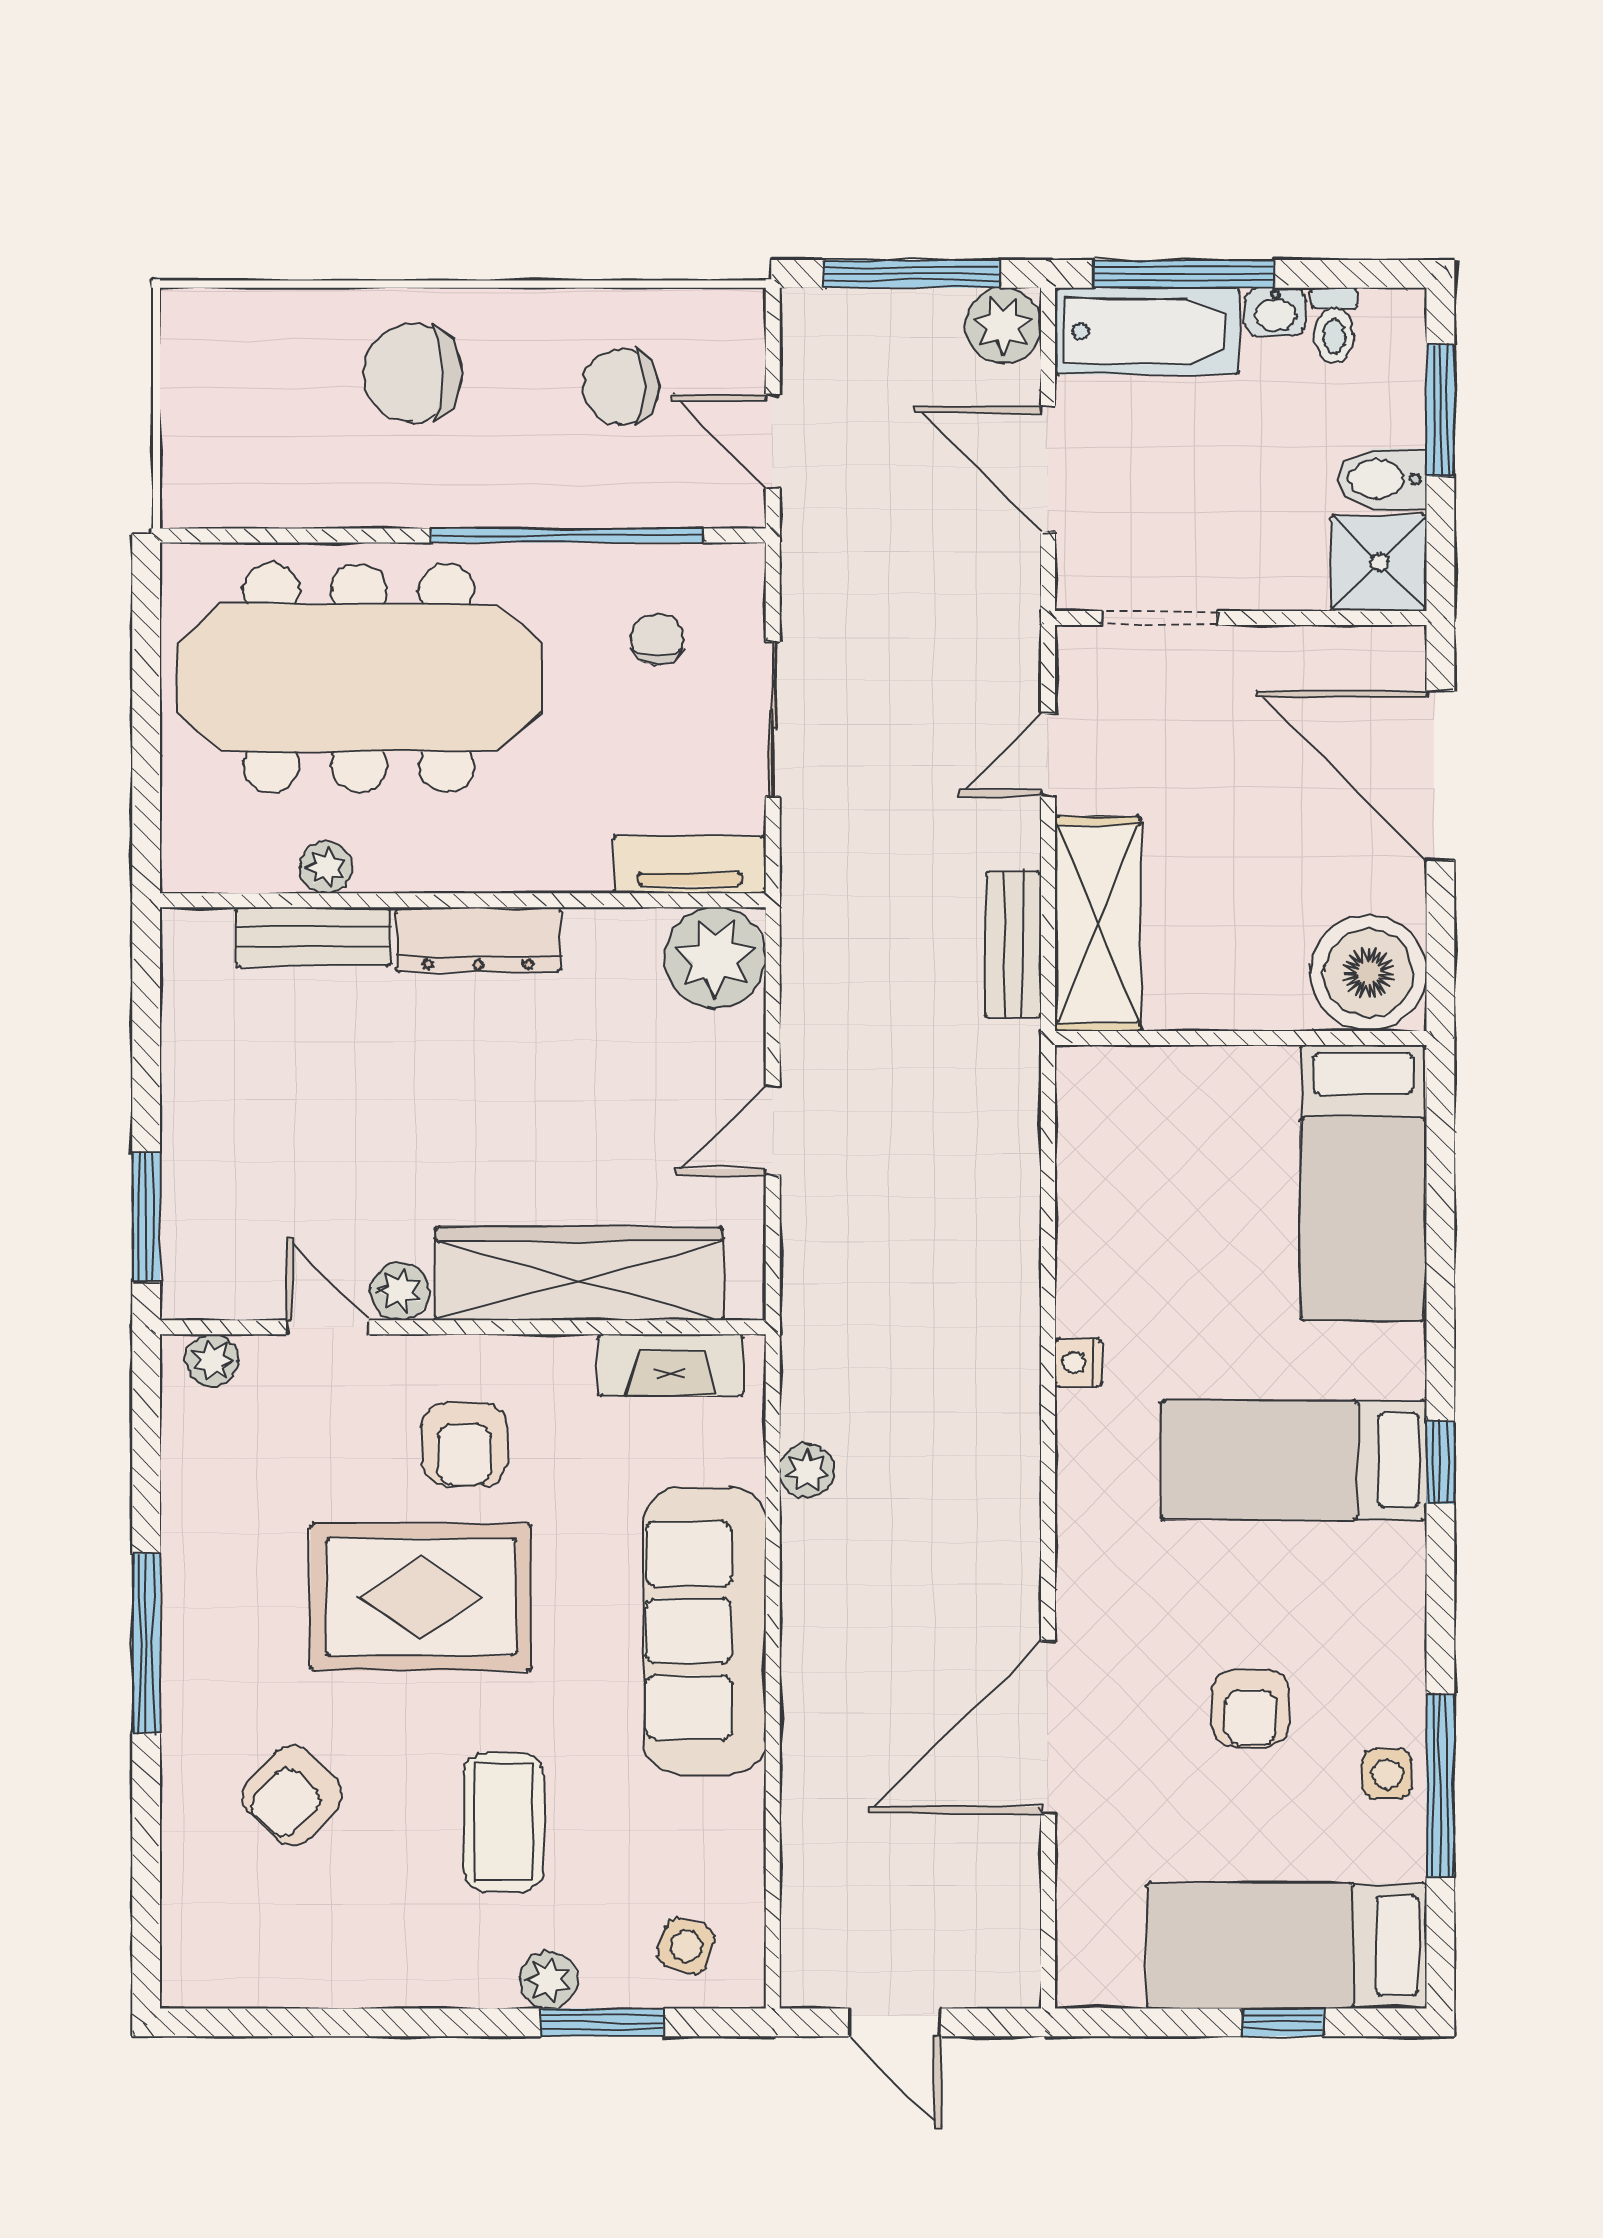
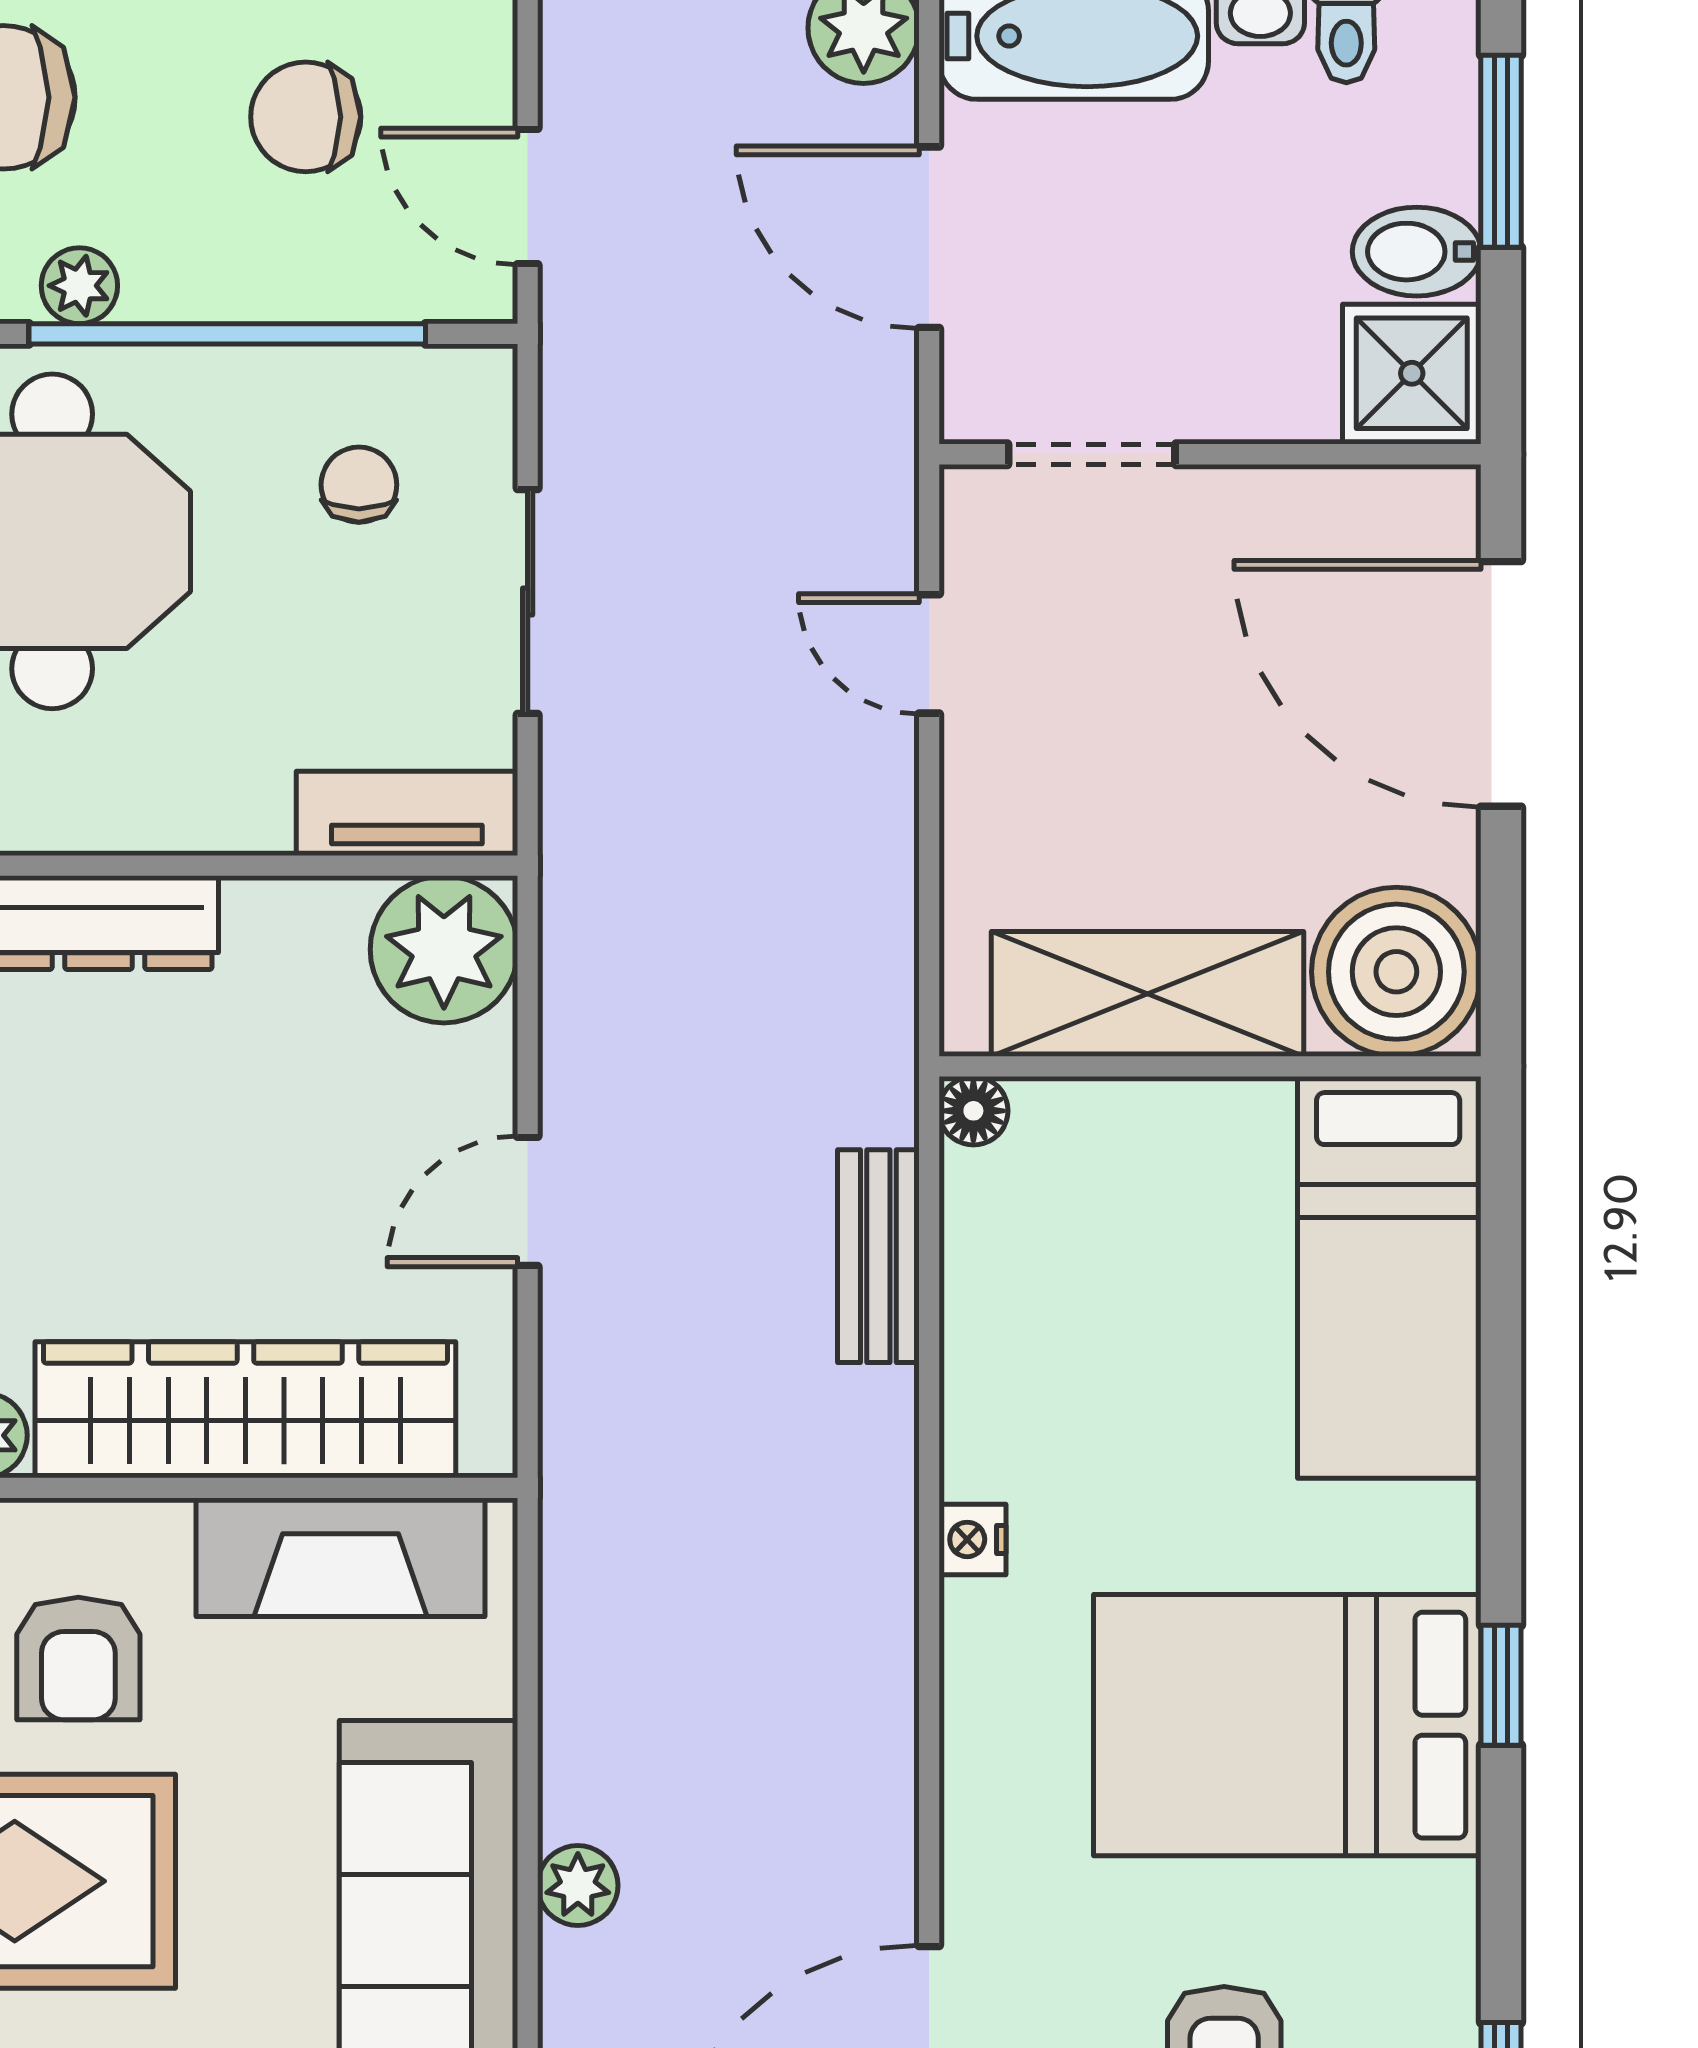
plant: (465, 502) -> (79, 286), added
door: (1048, 755) -> (929, 654), hinge flipped
shelving: (1098, 924) -> (1147, 994), moved, turned 90
bench: (1013, 944) -> (878, 1256), moved
floor lamp: (1078, 1068) -> (973, 1111), added
fireplace: (671, 1365) -> (340, 1557), width x1.37, depth x1.32
bed: (1294, 1460) -> (1287, 1725), width x1.50
plant: (807, 1471) -> (578, 1886), moved

